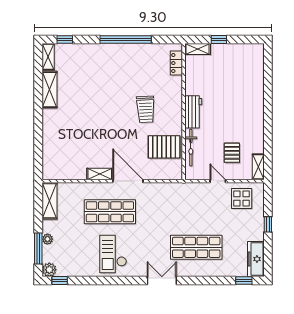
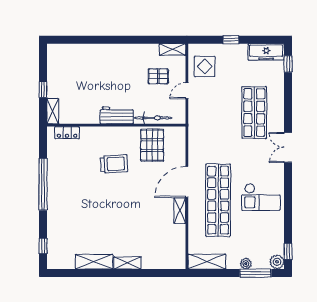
shelving: (48, 57) -> (127, 263), moved
shop shelf: (110, 212) -> (218, 200), width x1.40

